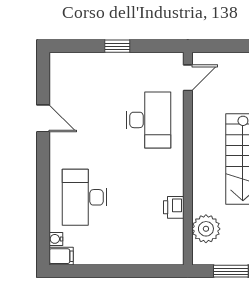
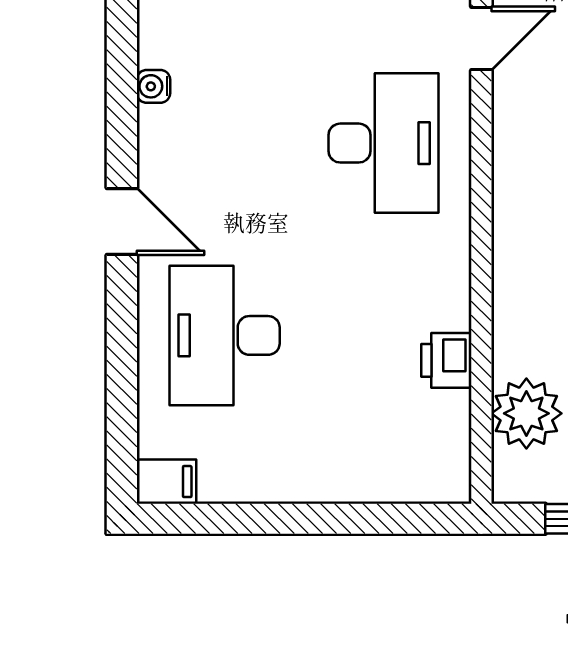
door: (43, 118) -> (122, 221), moved
water cooler: (56, 239) -> (153, 86), moved

